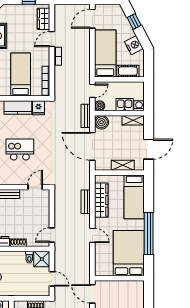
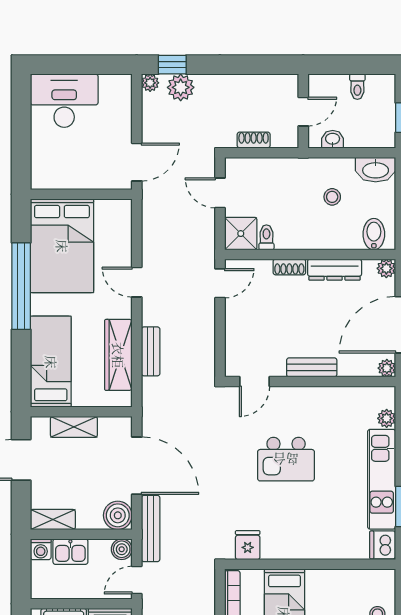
kitchen counter: (18, 108) -> (290, 546), removed
bench: (86, 116) -> (151, 528), width x1.36
door: (92, 294) -> (137, 162), hinge flipped

